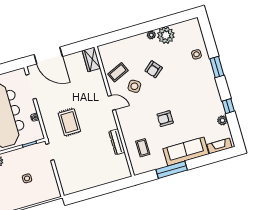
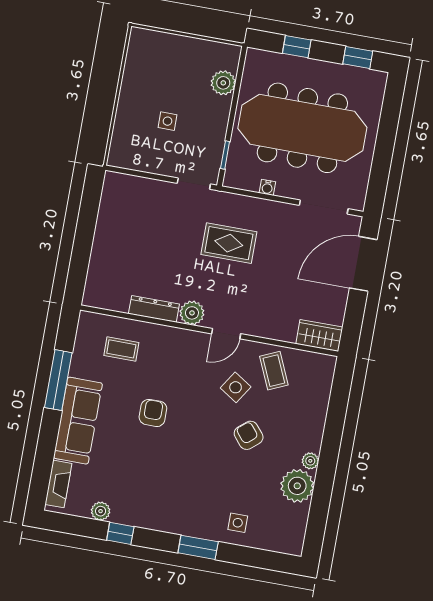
plant: (110, 123) -> (192, 313), added

